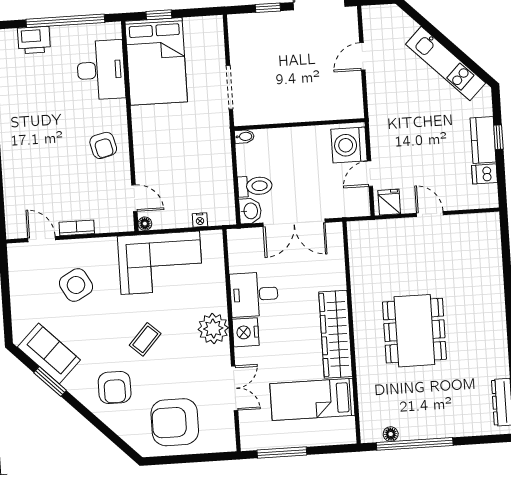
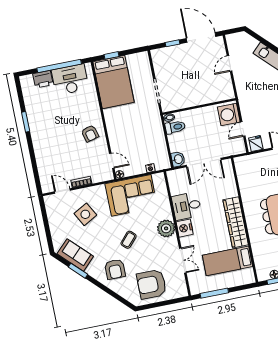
desk: (101, 70) -> (70, 80), moved, turned -90
toilet: (255, 186) -> (175, 127), moved

